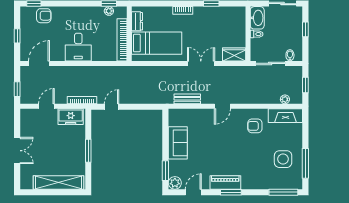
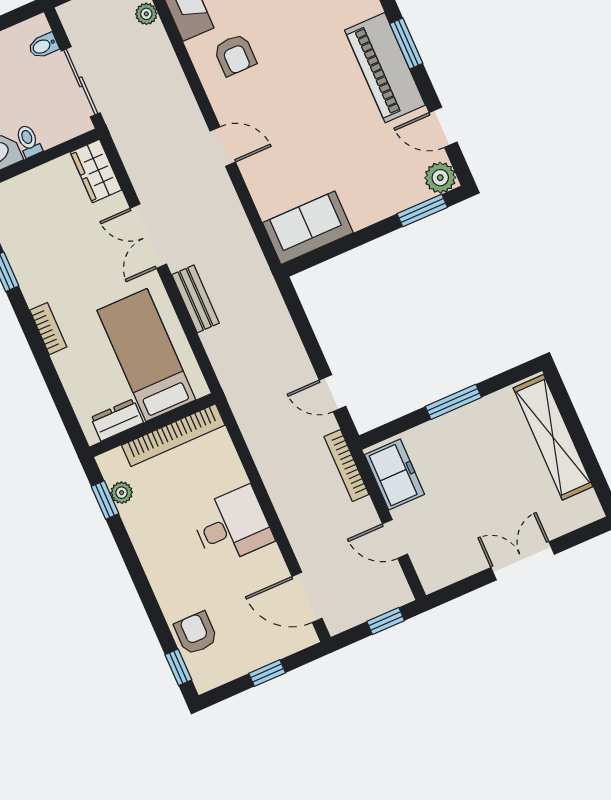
bench: (187, 99) -> (196, 299), moved
sofa: (178, 143) -> (308, 228), moved
piano: (225, 182) -> (385, 68), width x1.37, depth x1.33

